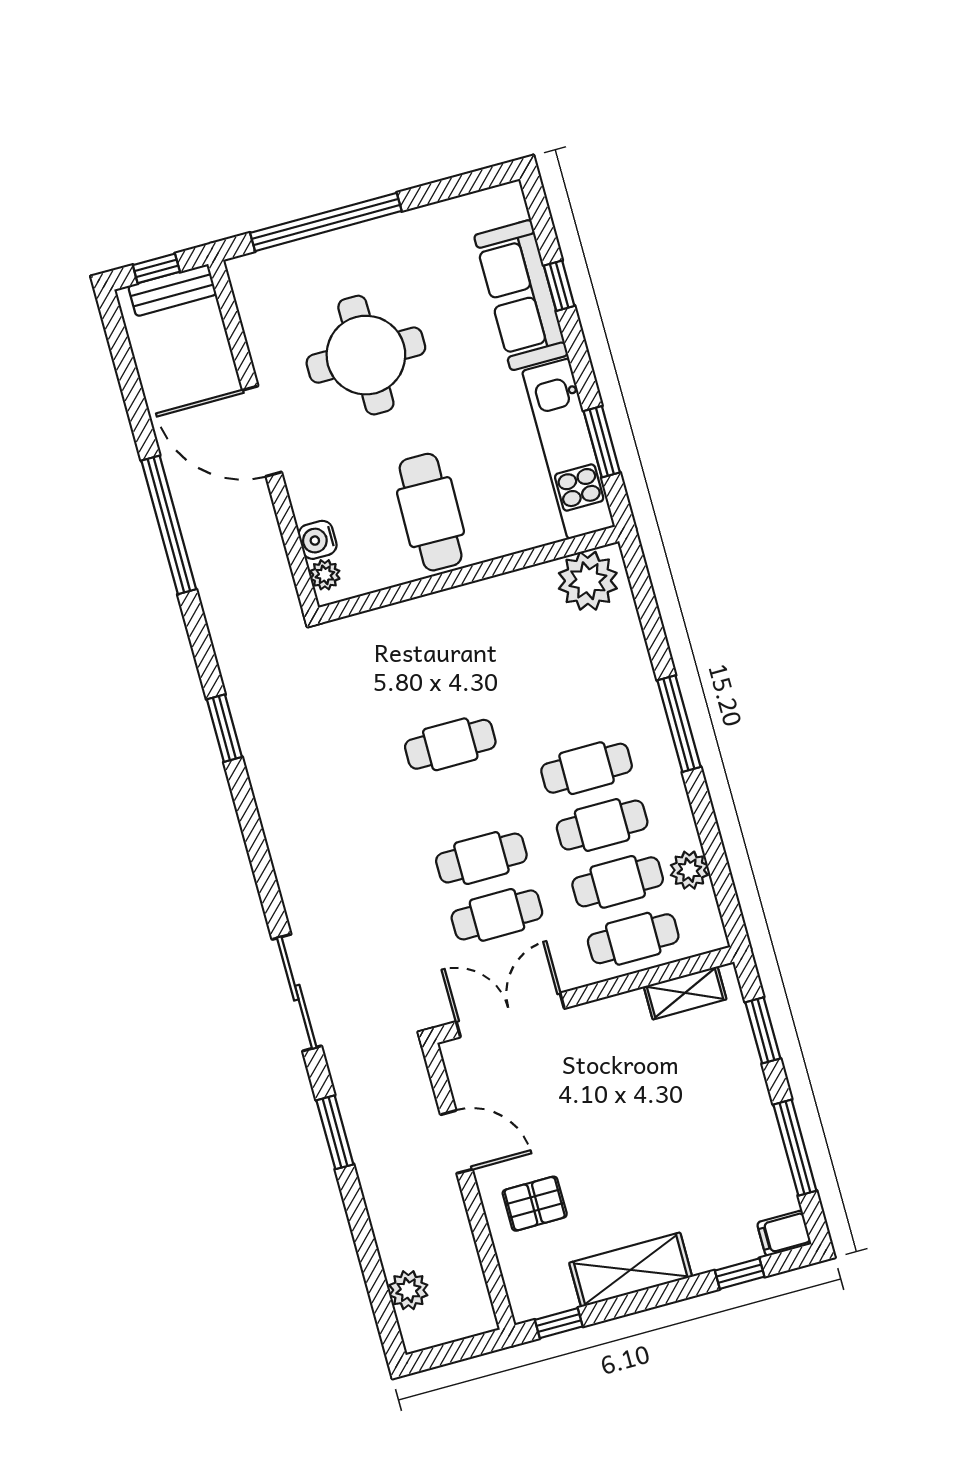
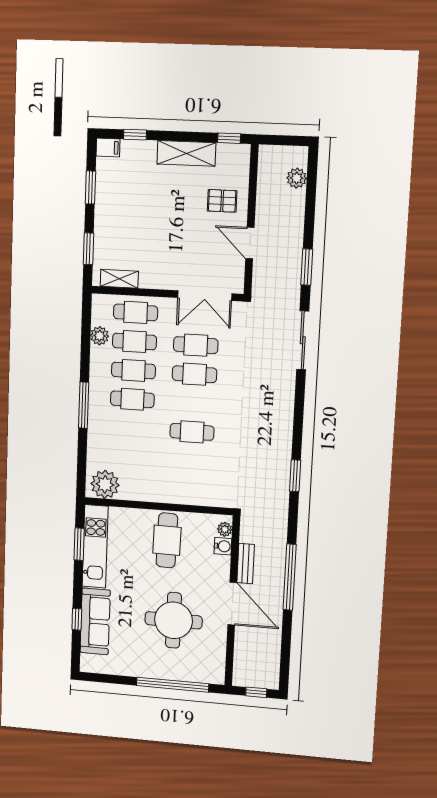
bench: (172, 290) -> (246, 564), moved, turned 90
window: (795, 1148) -> (90, 187), width x0.69

